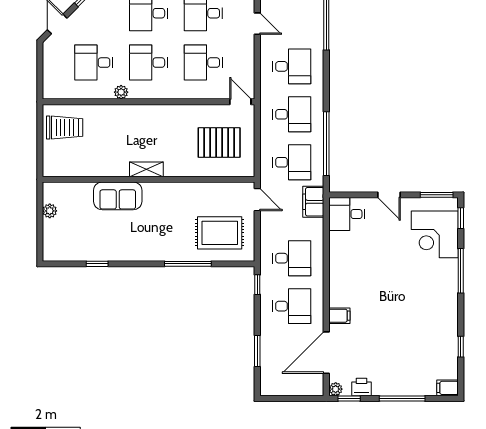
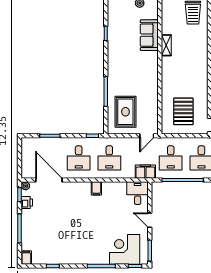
shelving: (146, 169) -> (166, 45), moved
door: (389, 195) -> (150, 220), hinge flipped
sofa: (118, 196) -> (149, 35), moved
filing cabinet: (339, 316) -> (96, 188), moved

